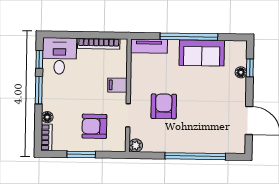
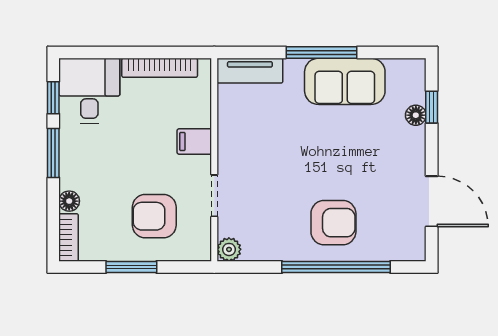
window: (189, 37) -> (321, 52), width x0.68
armchair: (164, 106) -> (333, 223), moved, turned 90

